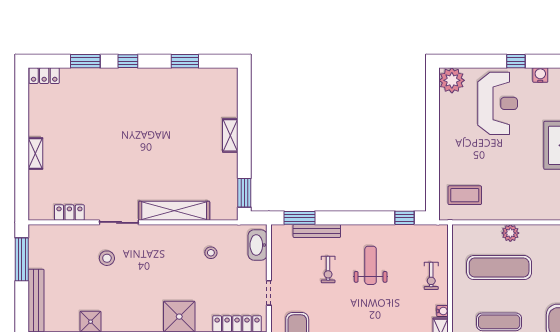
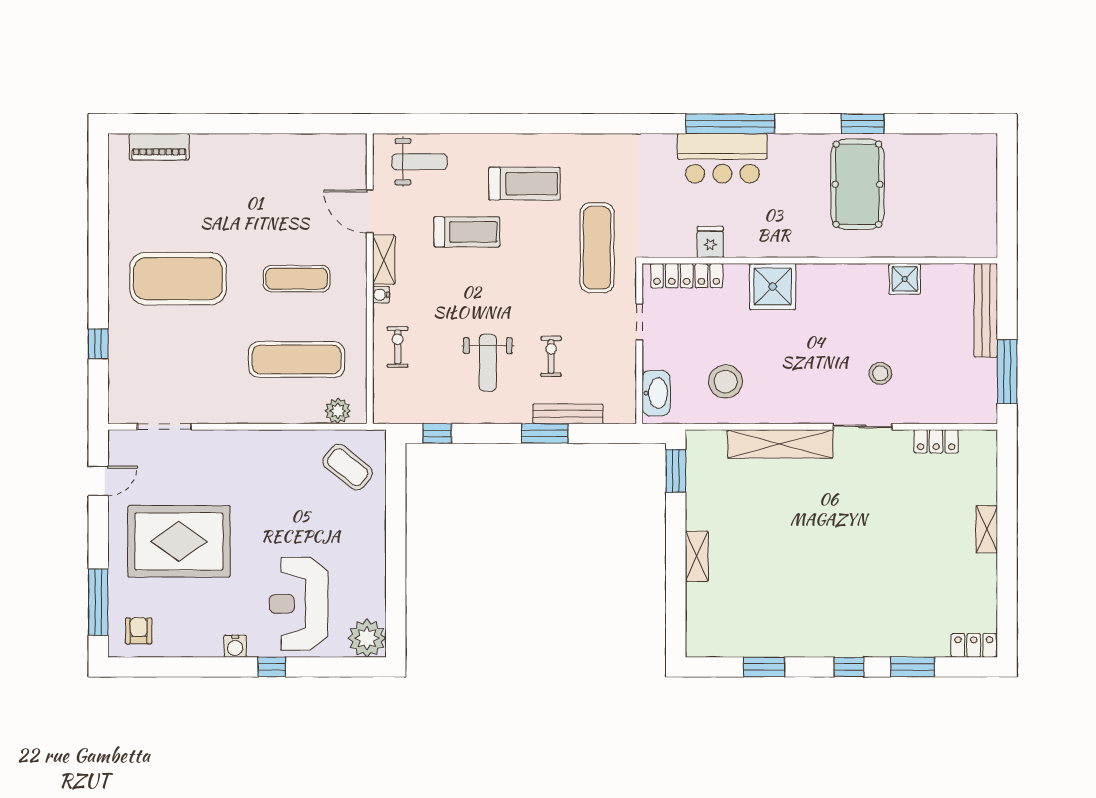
coffee table: (465, 195) -> (348, 467), turned 39
window: (300, 218) -> (545, 433), moved
plant: (510, 233) -> (338, 411), moved
stool: (211, 253) -> (726, 382), width x1.89, depth x1.89

